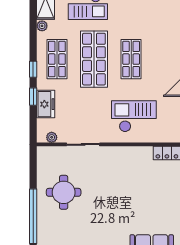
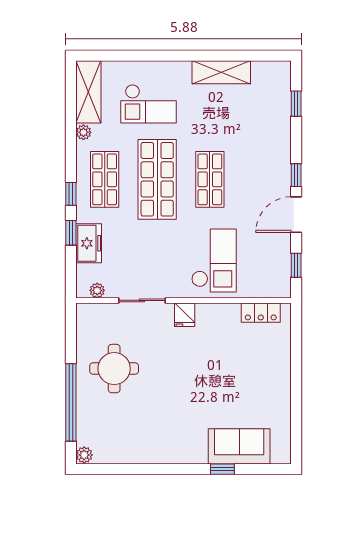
checkout: (134, 116) -> (214, 261), turned 90
fridge: (113, 154) -> (185, 315), added

